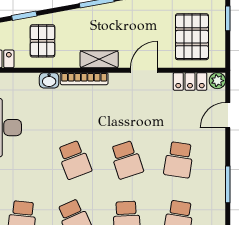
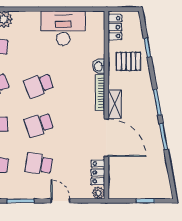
pallet: (192, 37) -> (132, 174), removed
door: (144, 70) -> (106, 138), width x1.88
door: (228, 115) -> (60, 201), moved

